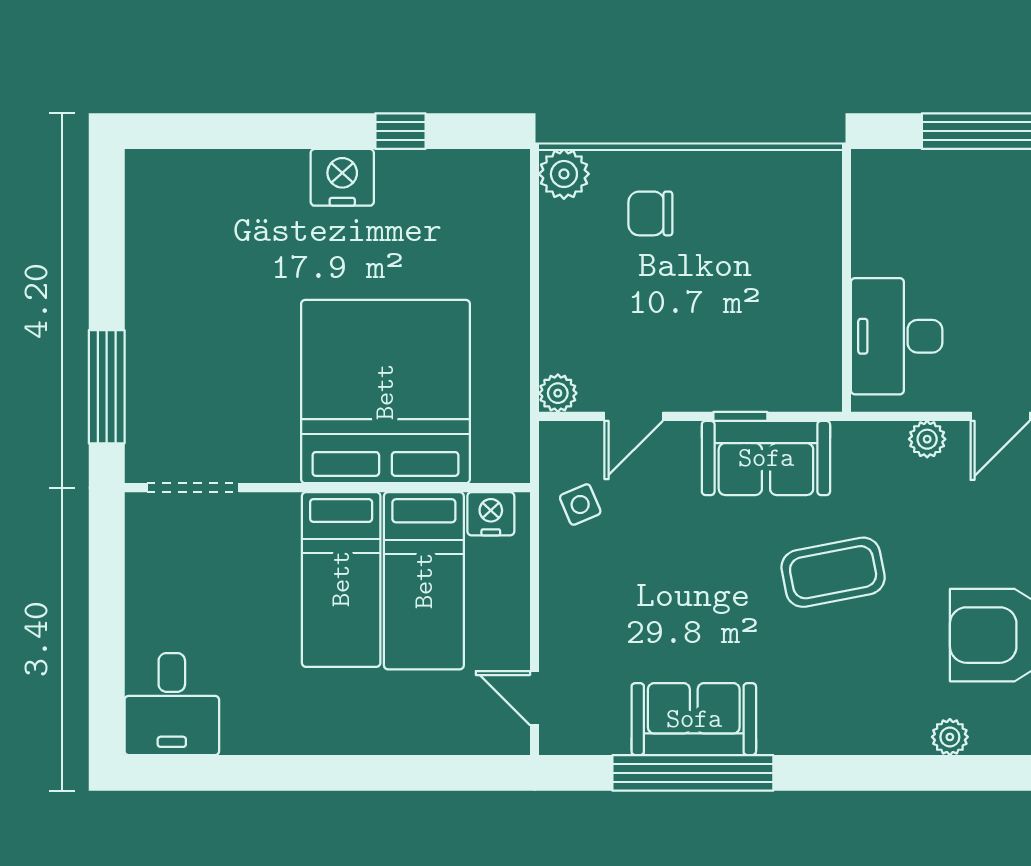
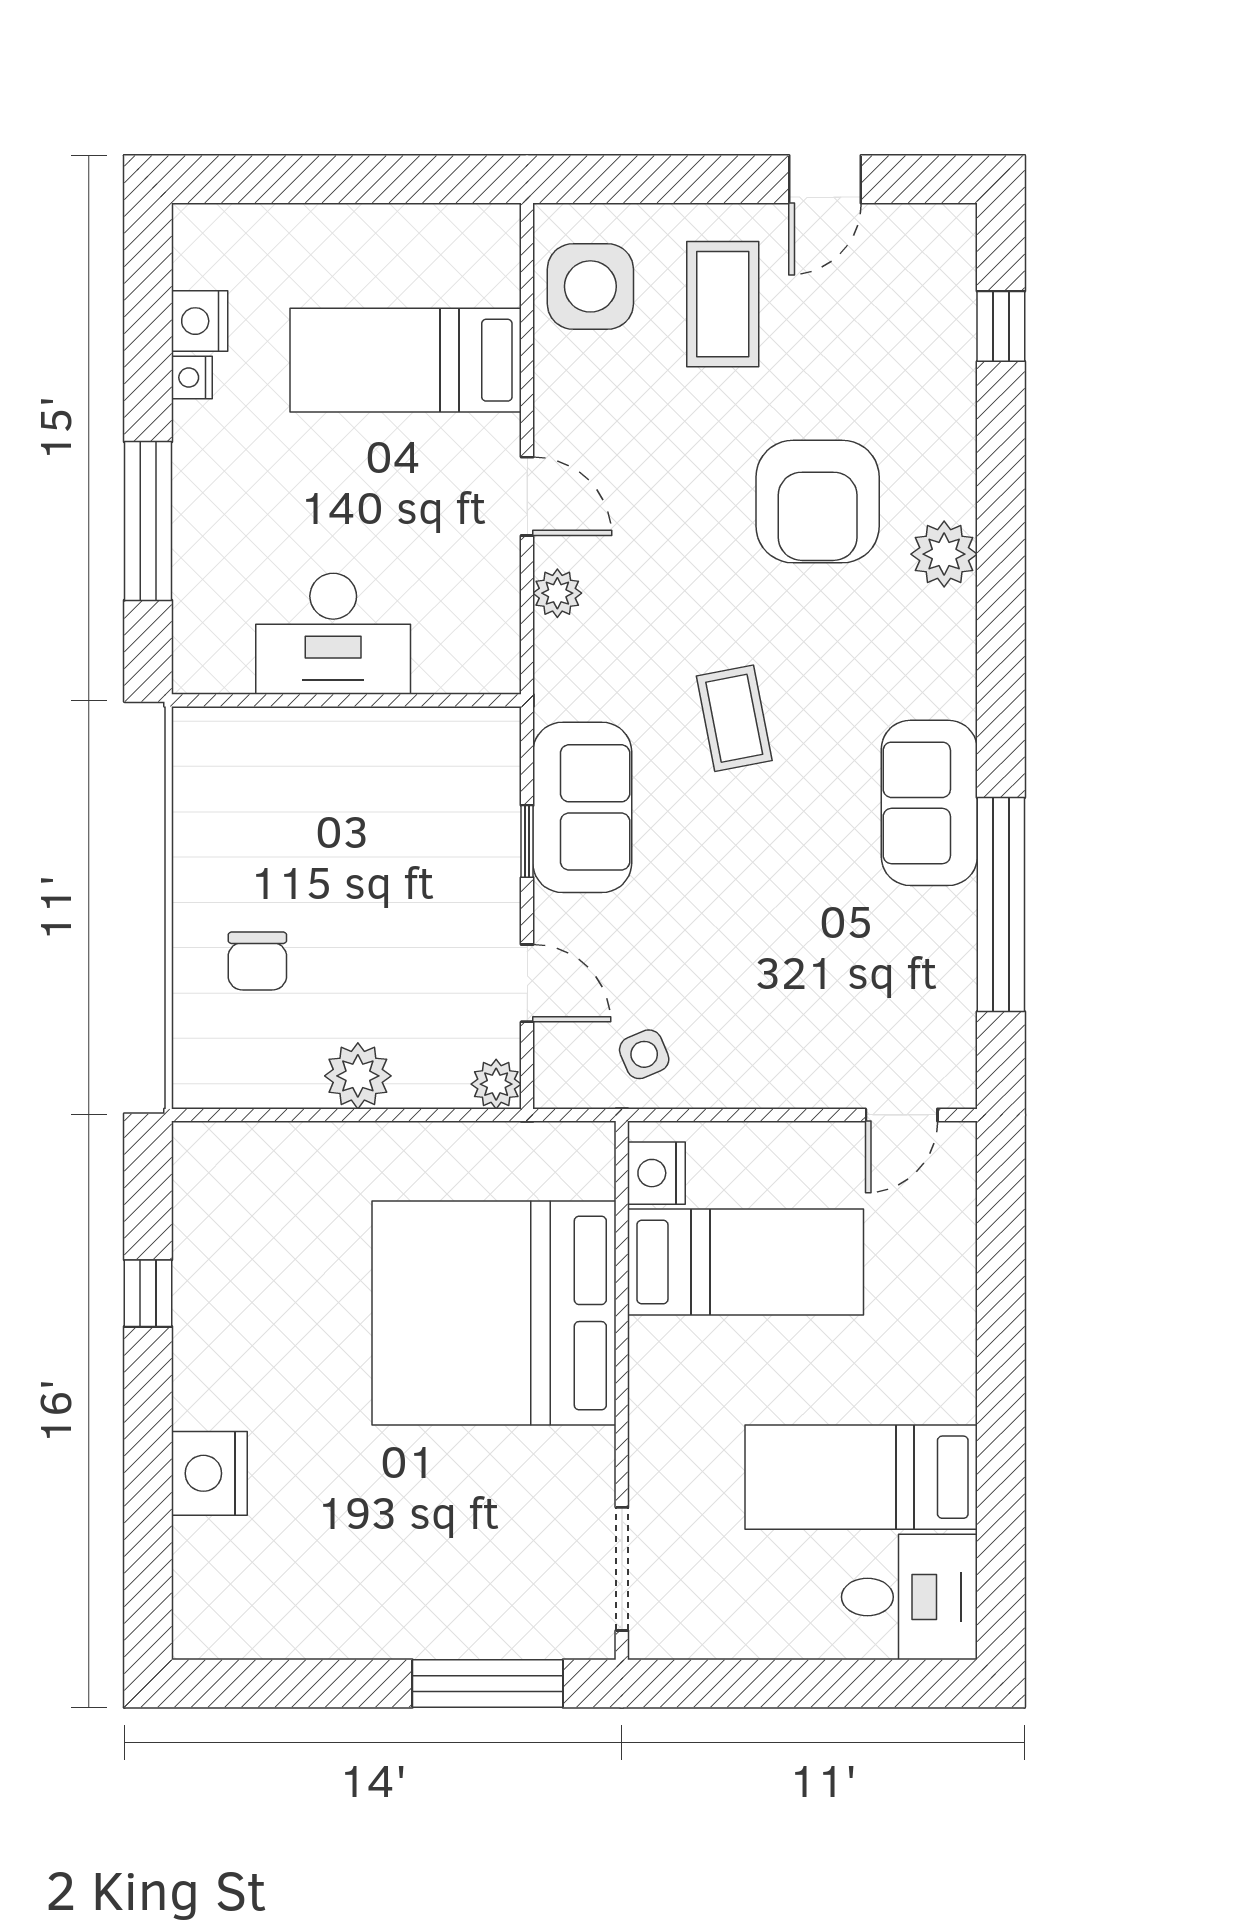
plant: (564, 174) -> (358, 1076), moved
nightstand: (342, 177) -> (209, 1473), moved
desk: (897, 336) -> (333, 634), moved
coffee table: (833, 572) -> (734, 718), width x0.73, depth x0.77
bed: (341, 579) -> (861, 1477), moved, turned 180
sofa: (694, 719) -> (929, 803), moved
plant: (950, 737) -> (944, 554), width x1.38, depth x1.38

